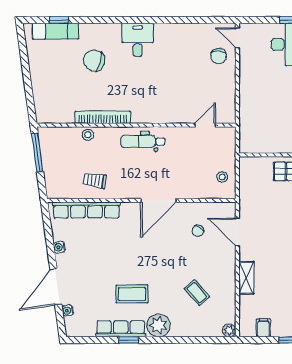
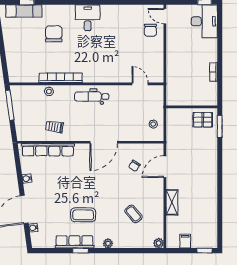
chair: (94, 61) -> (54, 34), turned 75
door: (205, 125) -> (140, 84), hinge flipped
door: (237, 232) -> (165, 167), hinge flipped
plant: (158, 325) -> (108, 243), width x0.53, depth x0.53

